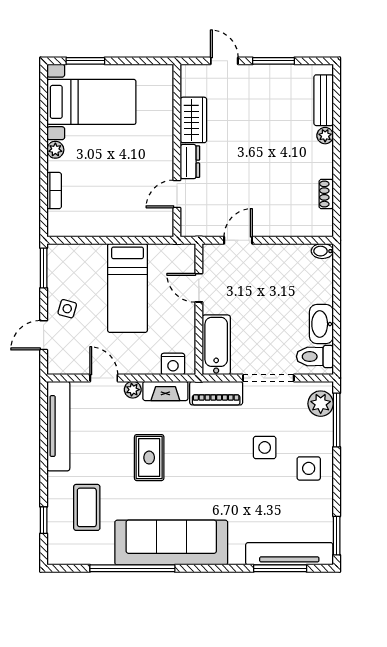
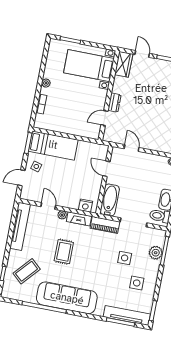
bed with nightstands: (91, 102) -> (89, 66), moved, turned 180
wardrobe: (193, 120) -> (124, 64), moved
door: (238, 240) -> (132, 148), hinge flipped
bed: (128, 288) -> (53, 145), moved, turned -90
plant: (321, 404) -> (156, 253), moved
side table: (309, 468) -> (137, 283), moved
coffee table: (87, 507) -> (27, 271), turned 42

